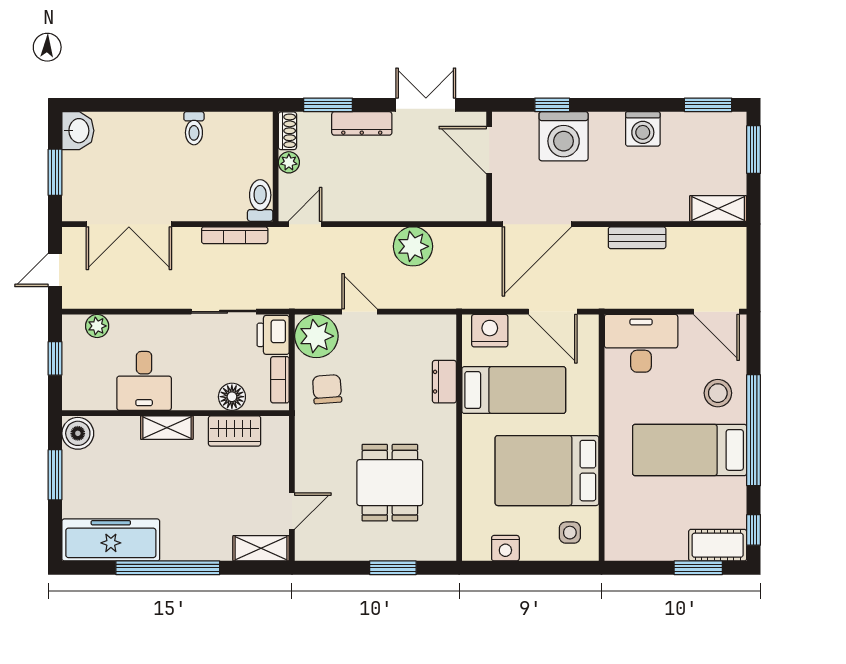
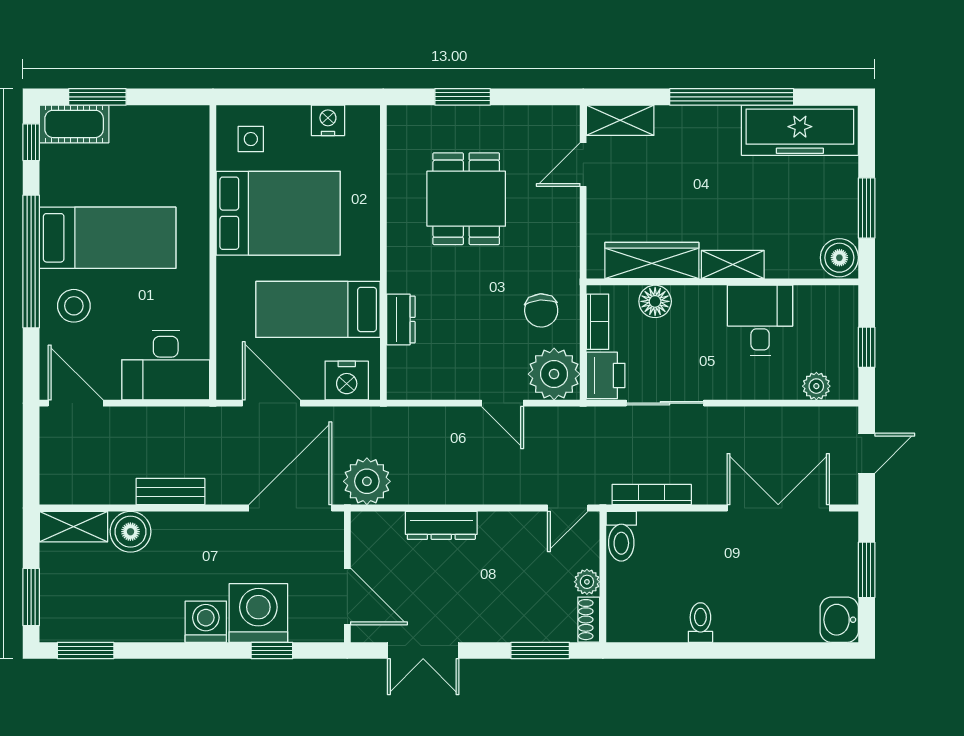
dresser: (362, 123) -> (441, 525), moved, turned 180
washing machine: (643, 129) -> (206, 622), moved
boiler: (670, 204) -> (130, 532), added
plant: (413, 246) -> (367, 481), moved
wardrobe: (235, 431) -> (652, 261), width x1.50

